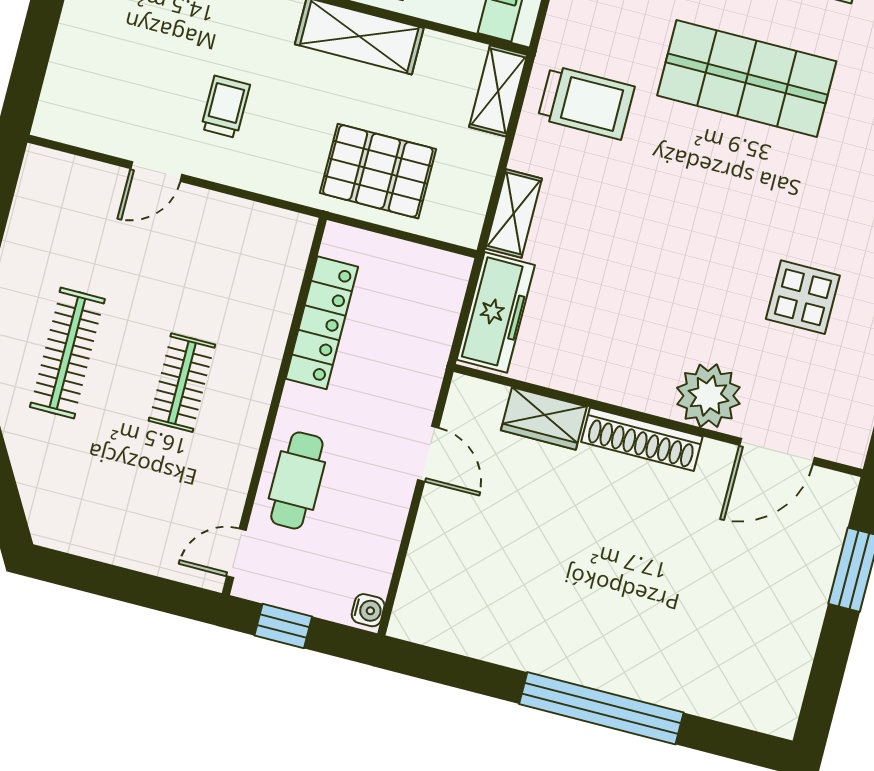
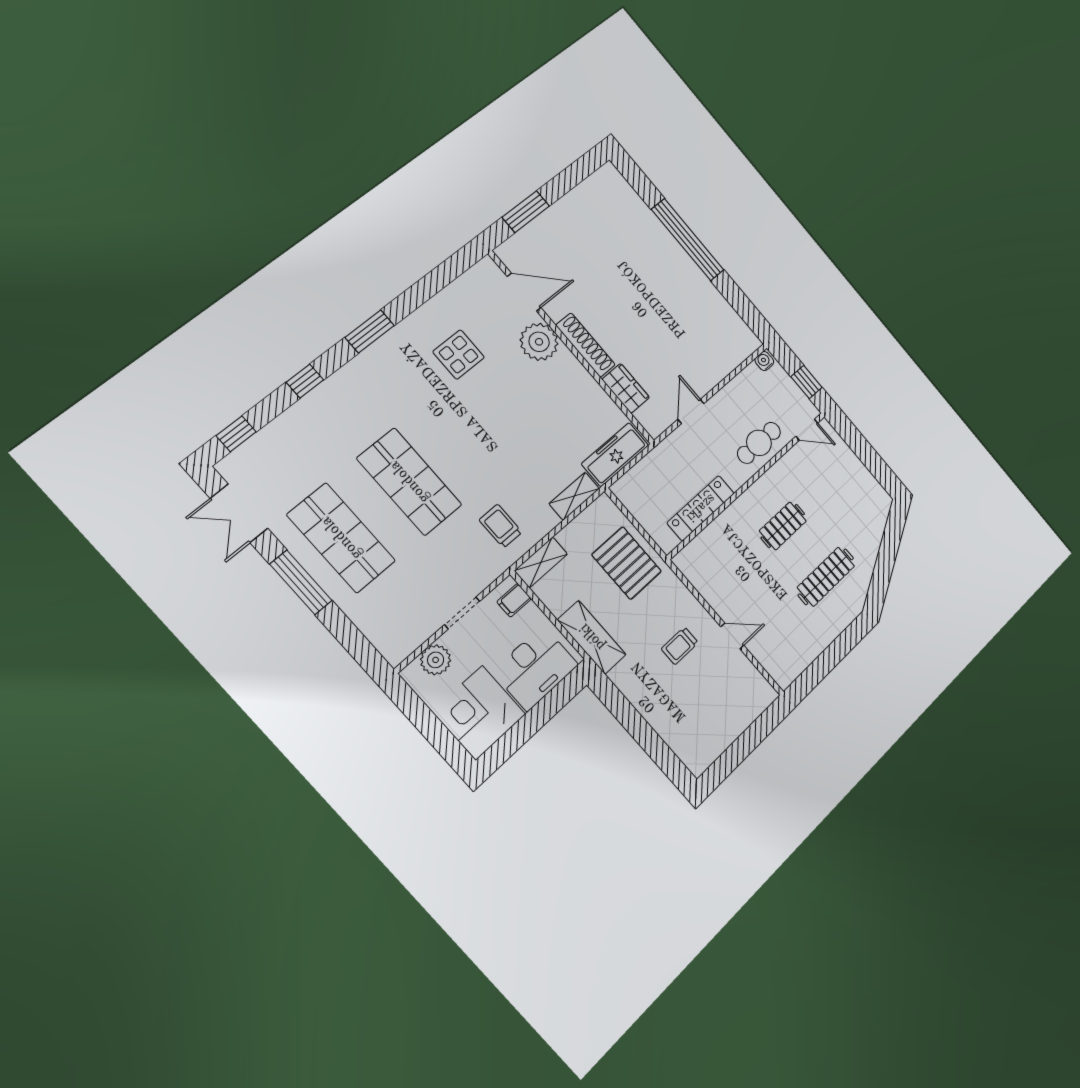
trolley: (586, 103) -> (501, 526), width x0.73, depth x0.72

